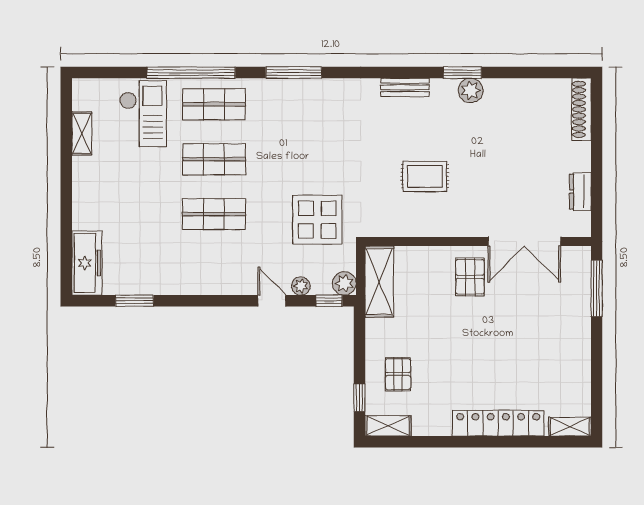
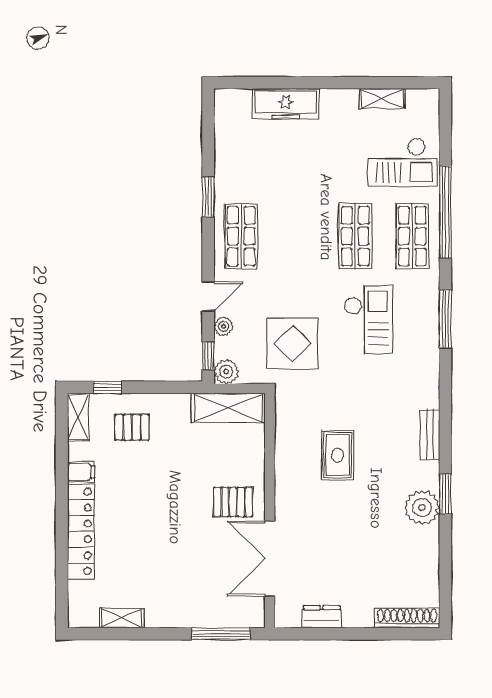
plant: (471, 90) -> (422, 507), width x1.36, depth x1.36
checkout: (294, 147) -> (368, 320), added
shop shelf: (214, 214) -> (241, 236), moved
freezer: (87, 263) -> (286, 104), moved
window: (135, 301) -> (208, 197), moved
filing cabinet: (441, 423) -> (81, 472), added
shelving: (570, 427) -> (121, 618), moved, turned 90

